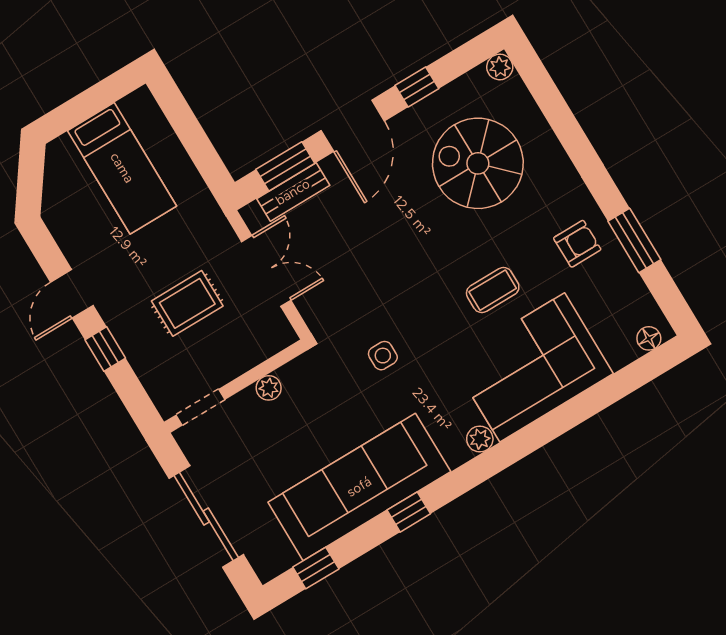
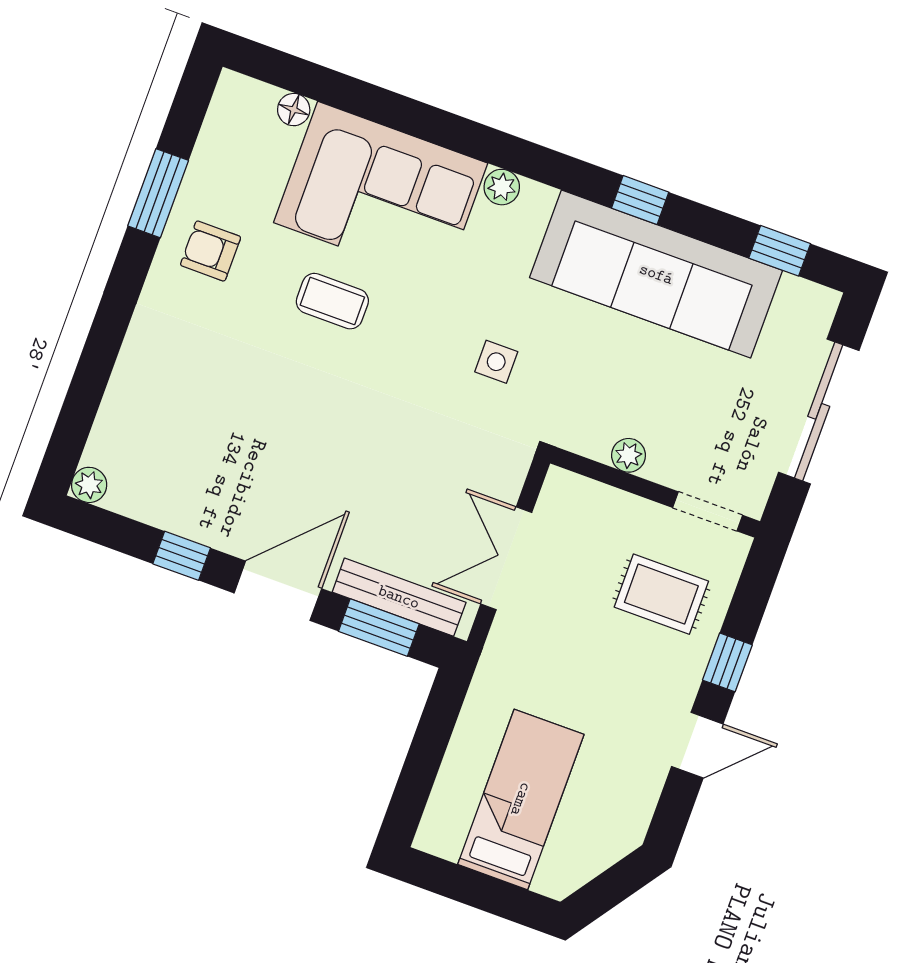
spiral stairs: (478, 163) -> (210, 426), removed
bench: (293, 192) -> (399, 597), width x1.36
rug: (187, 303) -> (661, 594), moved
floor lamp: (649, 338) -> (294, 110), moved

